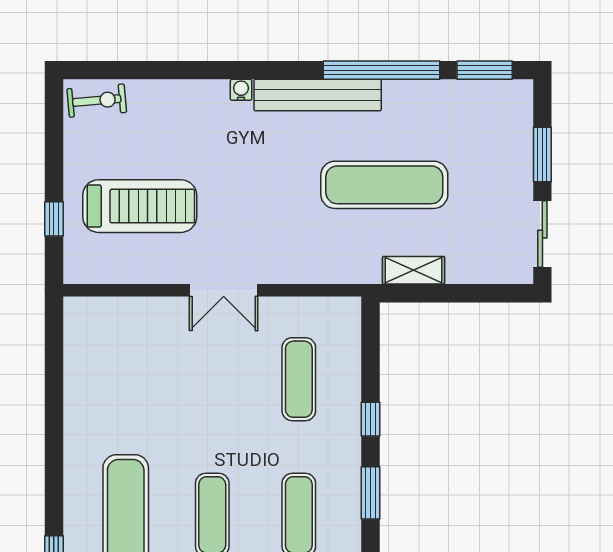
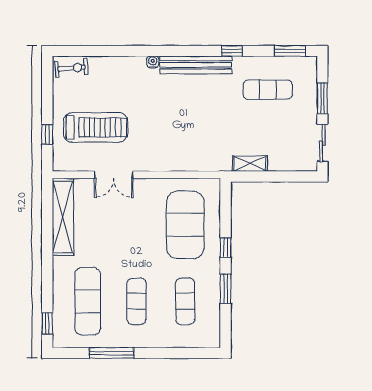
window: (381, 70) -> (232, 51), width x0.32
exercise mat: (384, 185) -> (268, 90), moved, width x0.73, depth x0.69
double door: (224, 290) -> (114, 175), moved
shelving: (82, 365) -> (63, 217), added
exercise mat: (299, 379) -> (185, 225), width x2.00, depth x1.45

